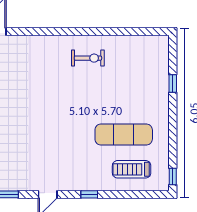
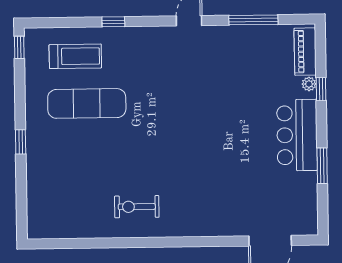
window: (173, 84) -> (21, 142), moved
window: (89, 194) -> (113, 22), moved

